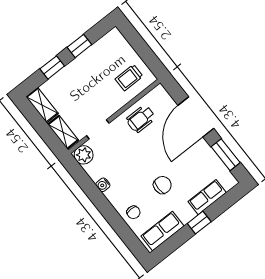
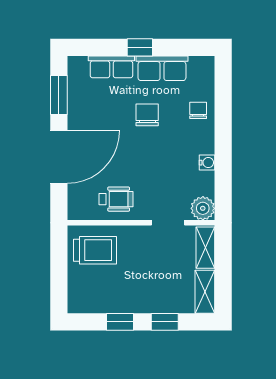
trolley: (129, 78) -> (95, 250), width x1.36, depth x1.39
chair: (162, 185) -> (147, 115), turned 90
row of seats: (163, 231) -> (162, 68), moved

